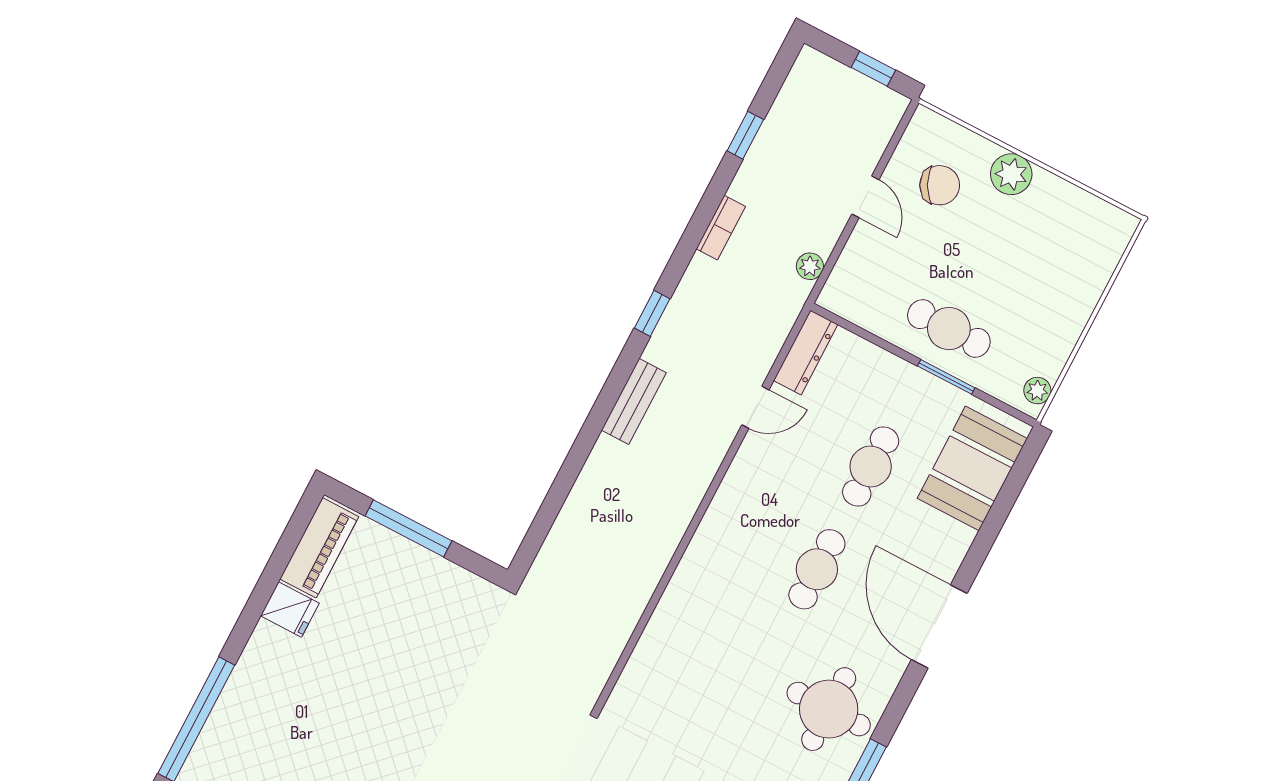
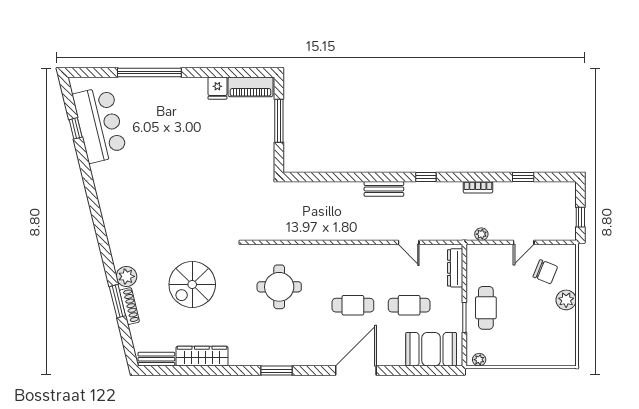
chair: (940, 185) -> (545, 272), turned -41
dresser: (806, 352) -> (455, 268), moved, turned 90
round table: (829, 709) -> (279, 287), moved

